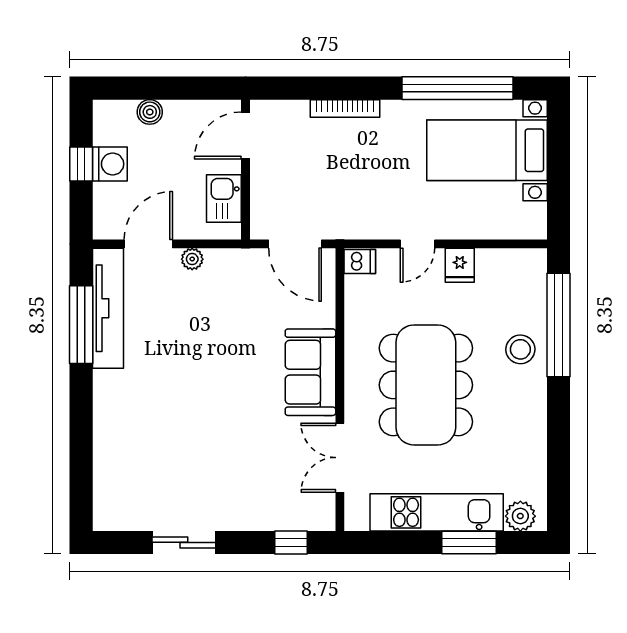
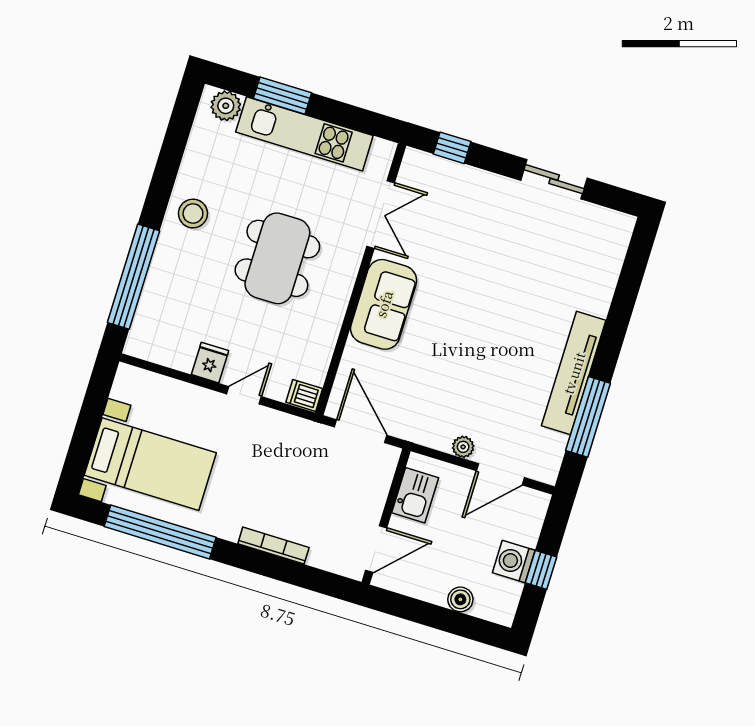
tv unit: (108, 308) -> (574, 373), moved
stool: (520, 349) -> (193, 214), moved
dining table: (426, 385) -> (277, 258), width x0.73, depth x0.80

